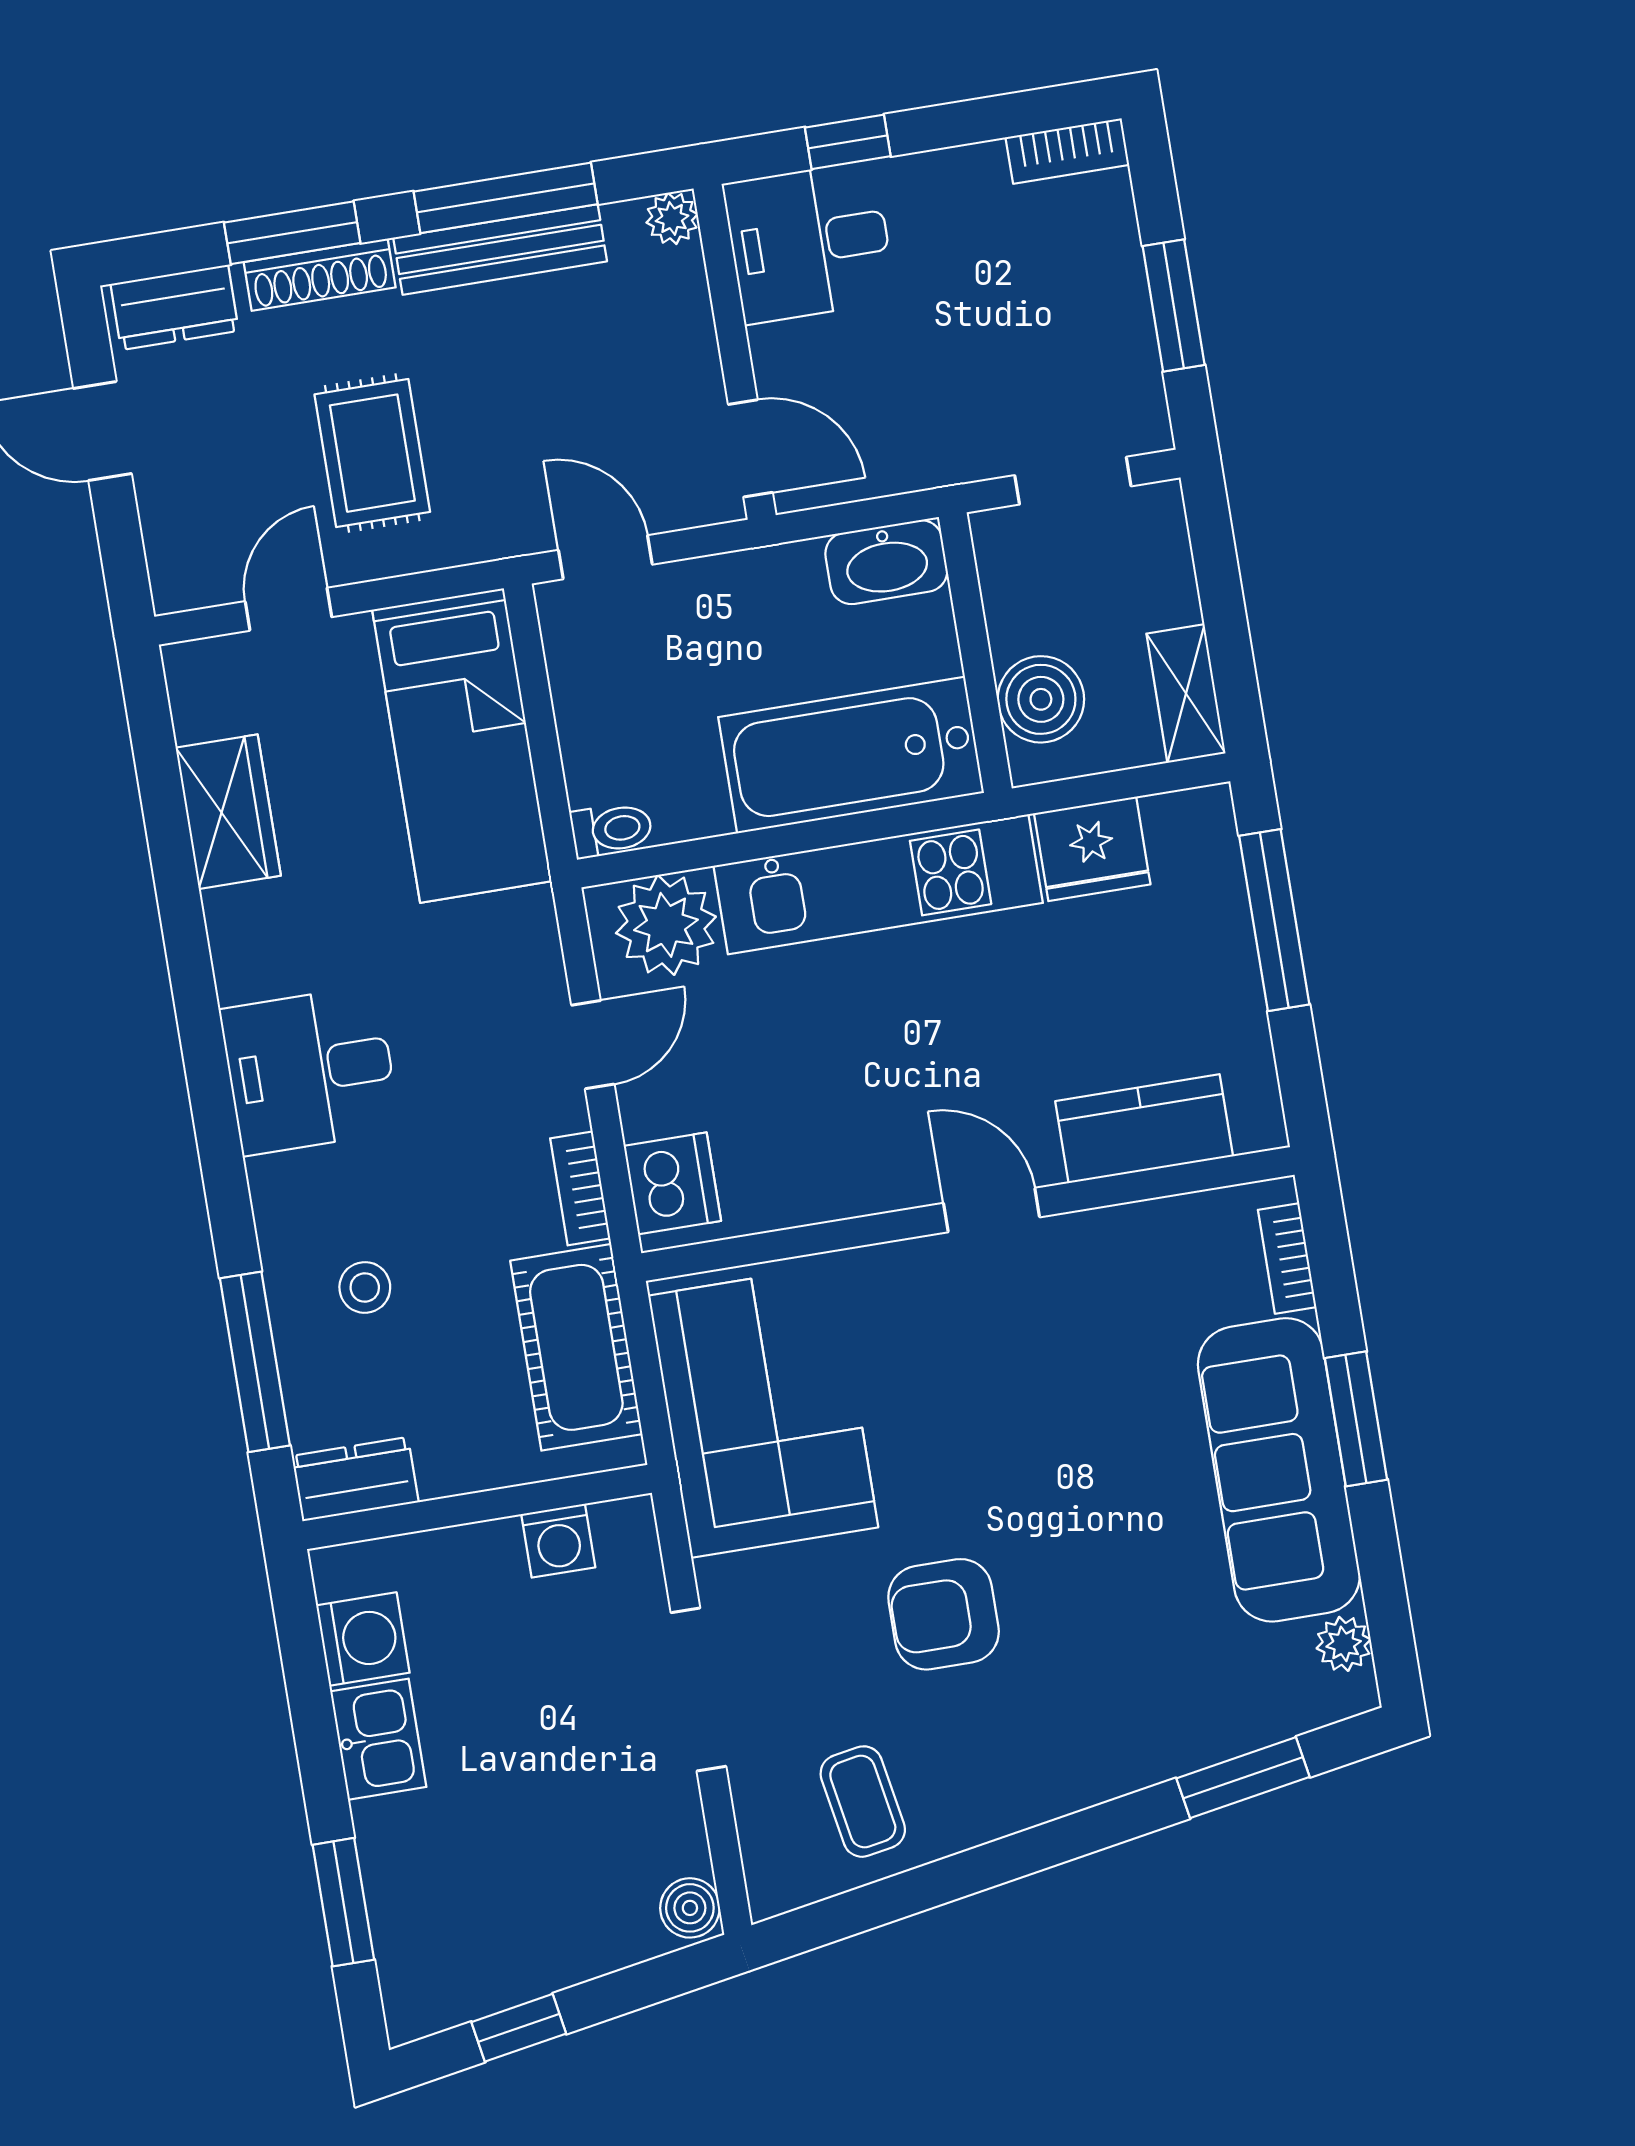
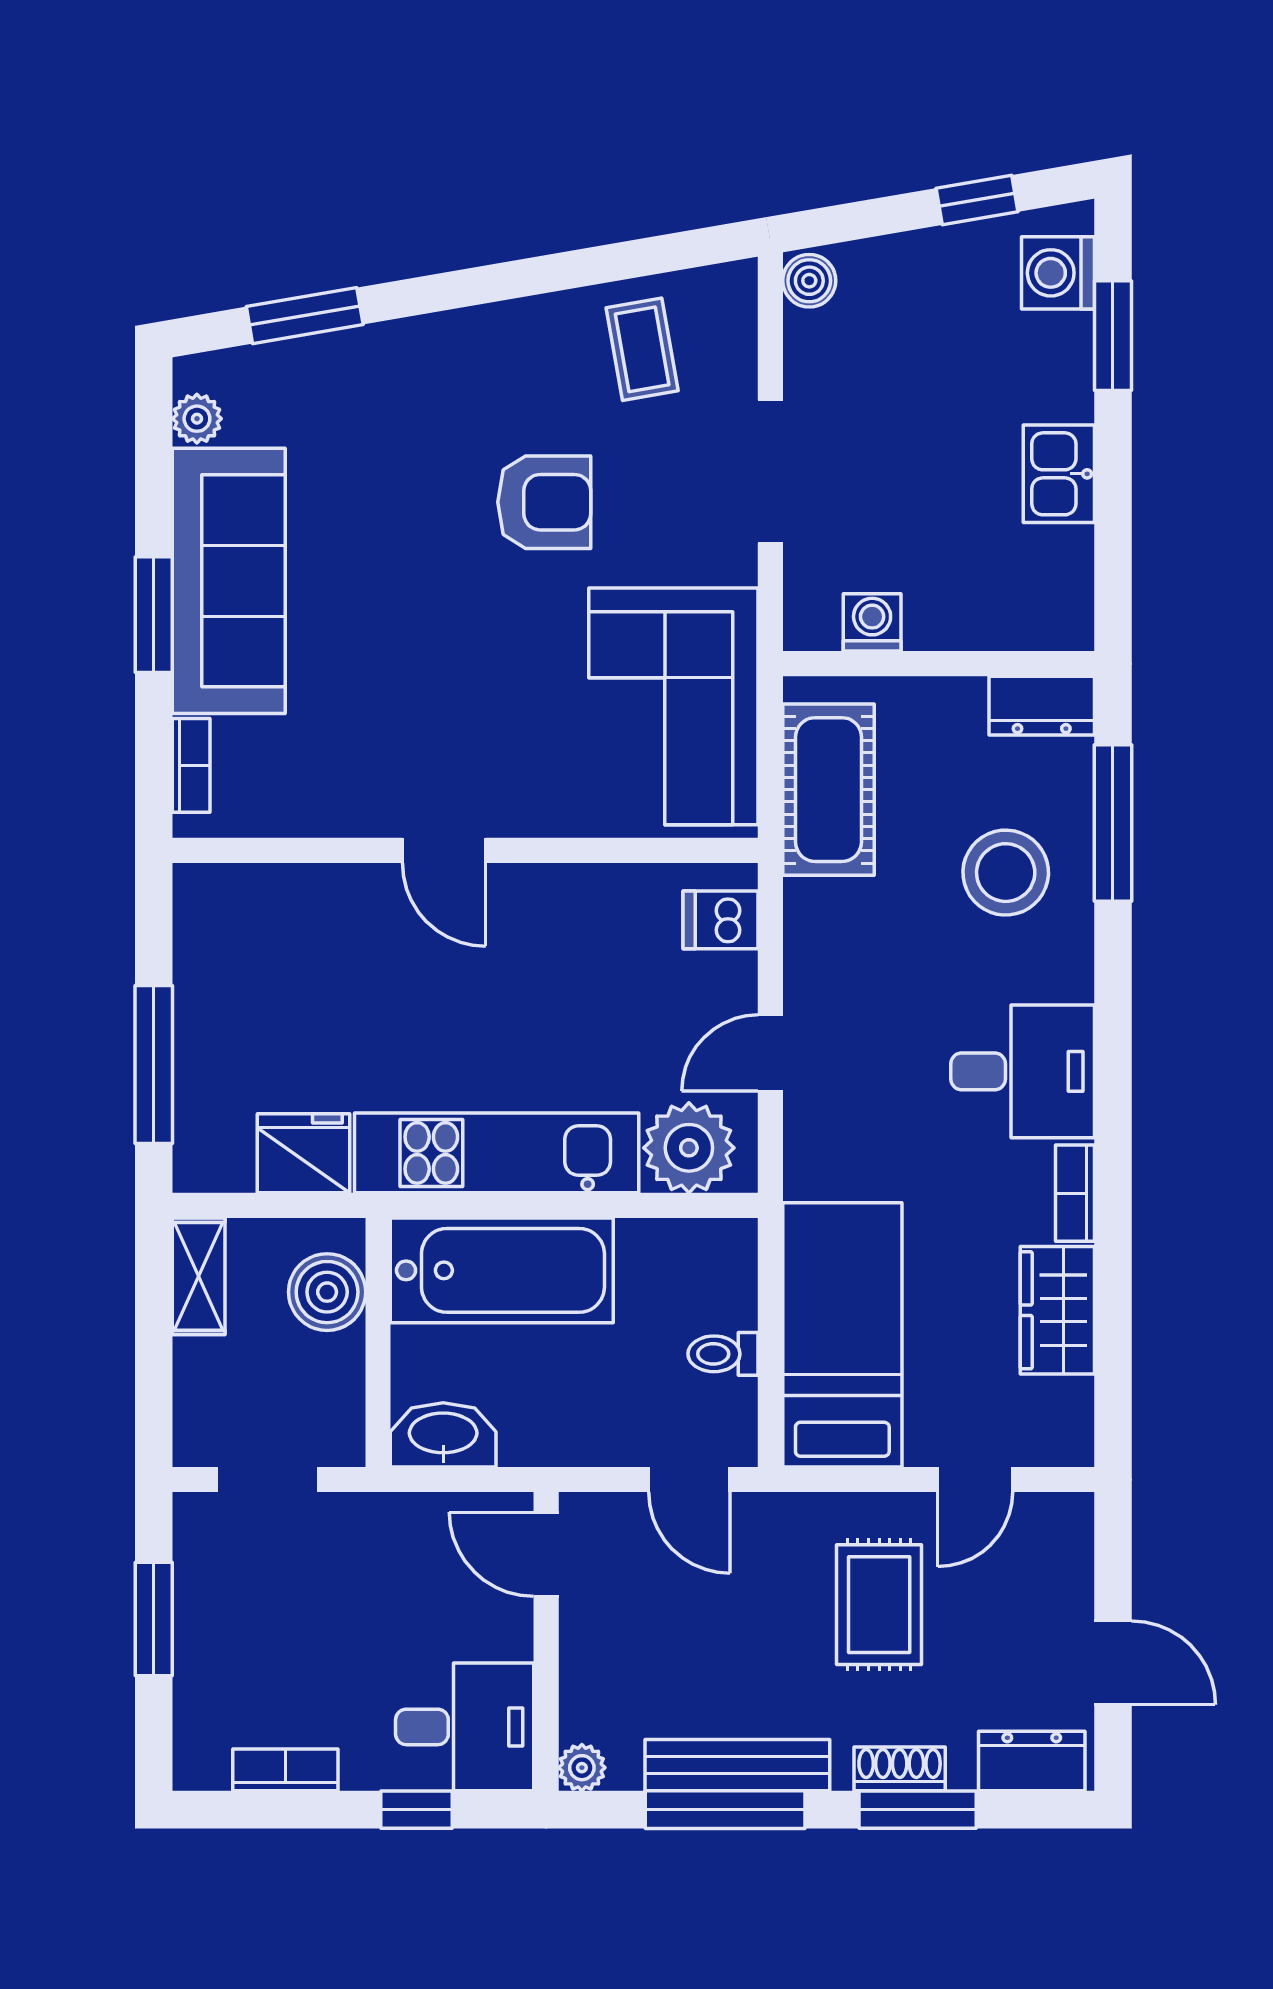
bookcase: (1067, 151) -> (285, 1770), moved
shoe rack: (320, 275) -> (900, 1769), width x0.70
toilet: (612, 830) -> (723, 1354), moved
kitchen counter: (1144, 1129) -> (298, 900), removed
dishwasher: (672, 1183) -> (721, 920), width x0.73
bookcase: (580, 1188) -> (1075, 1193), moved, turned 180
stool: (365, 1287) -> (1006, 873), width x1.89, depth x1.89
washing machine: (363, 1639) -> (1058, 273), moved

